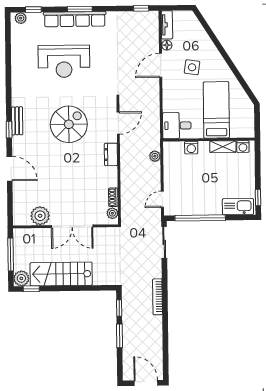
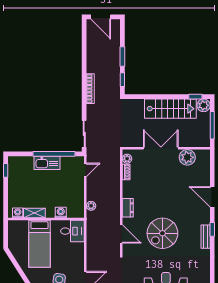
door: (118, 123) -> (121, 234), swing flipped
kitchen sink: (238, 207) -> (47, 163), moved

